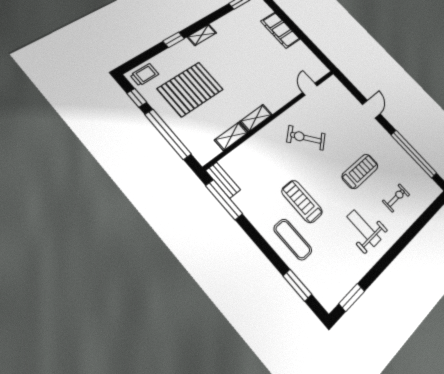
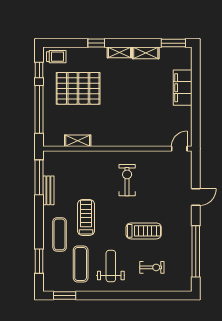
door: (310, 89) -> (179, 149), moved
shelving: (256, 118) -> (146, 53), moved
exercise bike: (306, 138) -> (127, 180), turned 39
bench: (223, 180) -> (48, 190), moved
exercise mat: (337, 251) -> (81, 264), added

